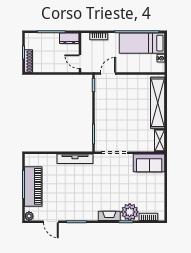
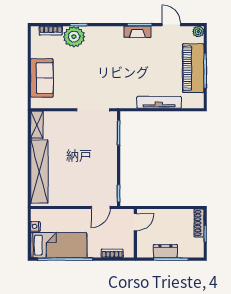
dresser: (69, 38) -> (165, 251), moved
door: (80, 62) -> (135, 222), hinge flipped
tv unit: (75, 159) -> (159, 102), moved
sofa: (149, 163) -> (42, 78), moved, turned 90
fireplace: (109, 216) -> (137, 32), moved

